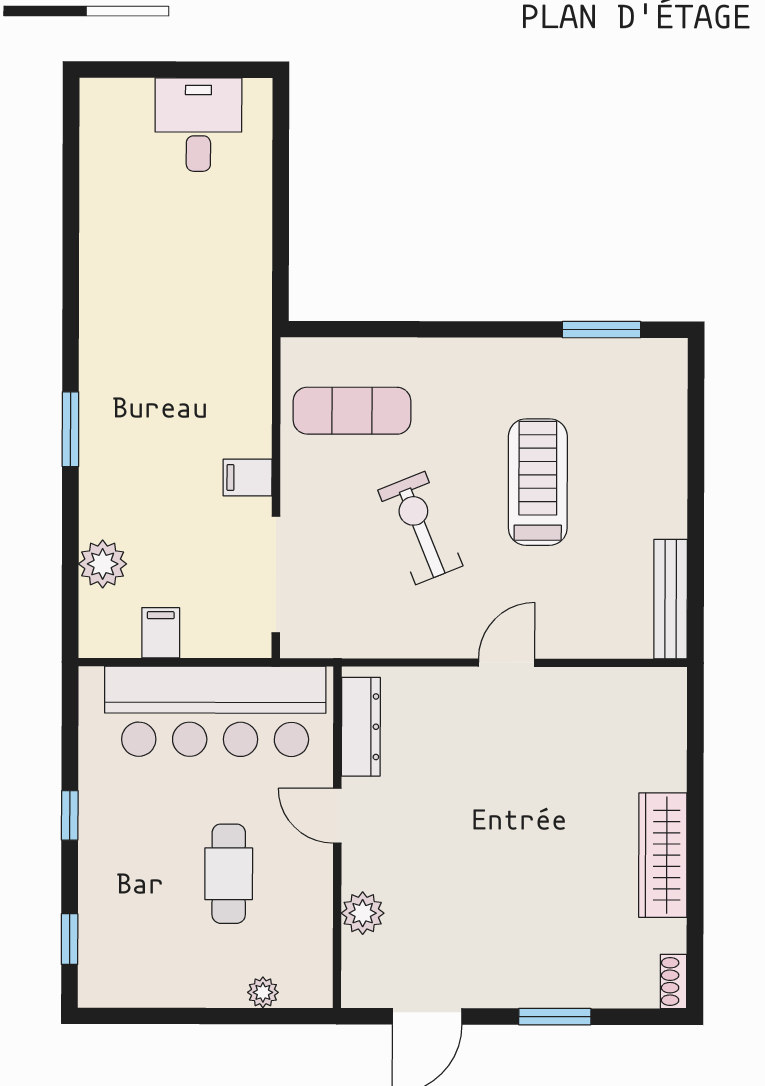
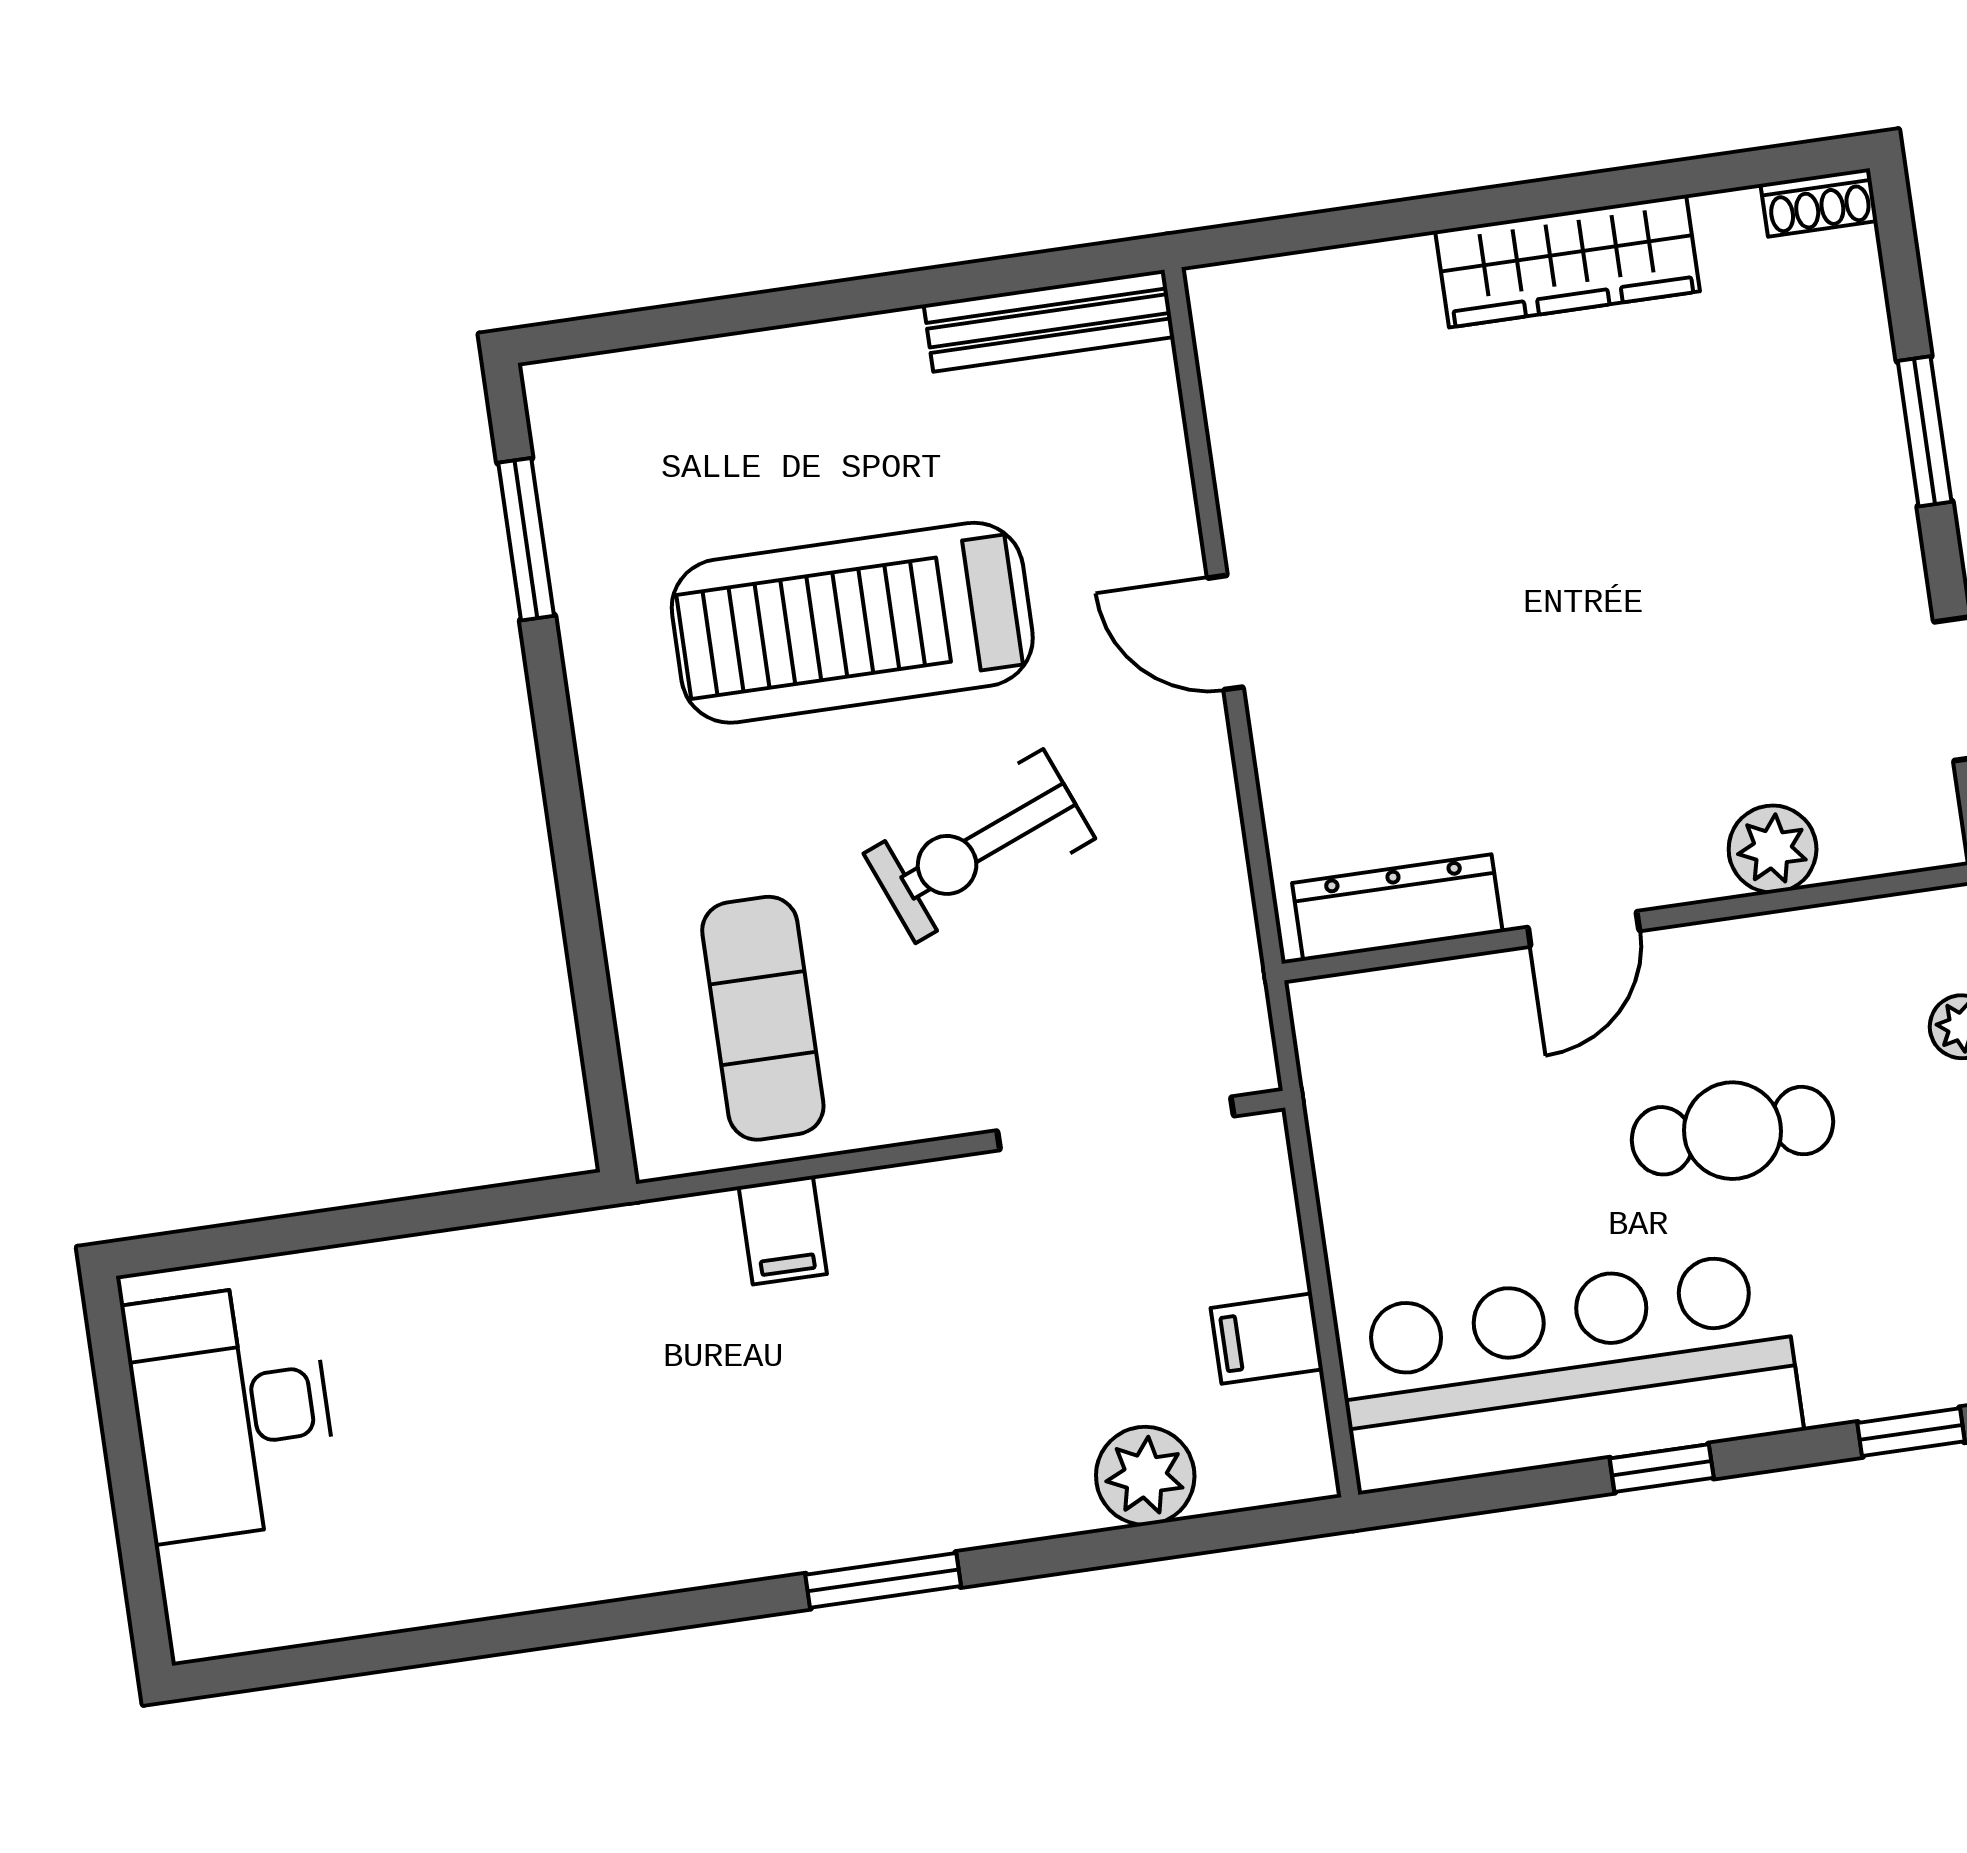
desk: (198, 125) -> (231, 1412), width x1.37
filing cabinet: (248, 478) -> (783, 1230), moved
treadmill: (538, 482) -> (852, 623), width x1.37, depth x1.38
bar counter: (215, 711) -> (1568, 1372), moved, turned -90

